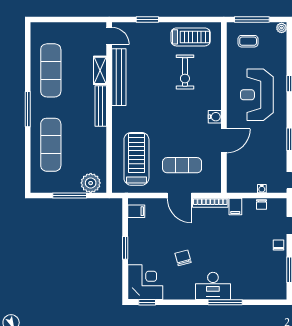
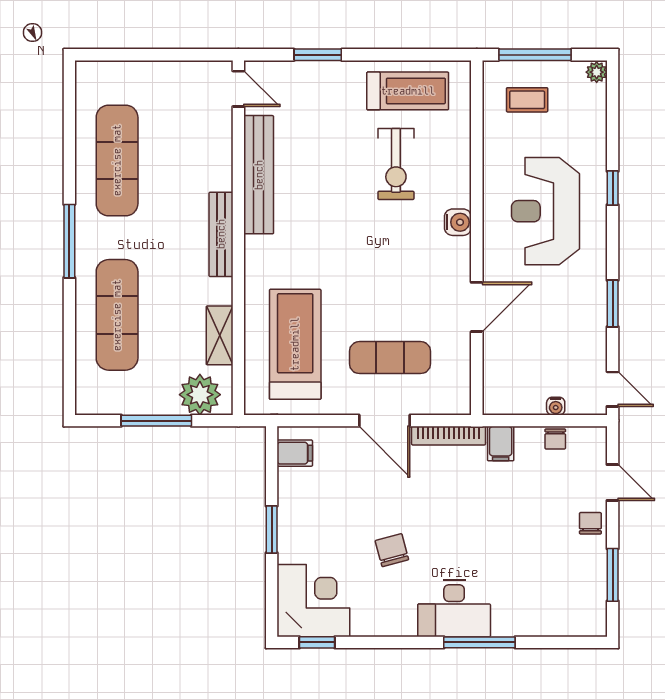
shelving: (100, 70) -> (220, 335), moved
water cooler: (215, 117) -> (458, 222), moved

